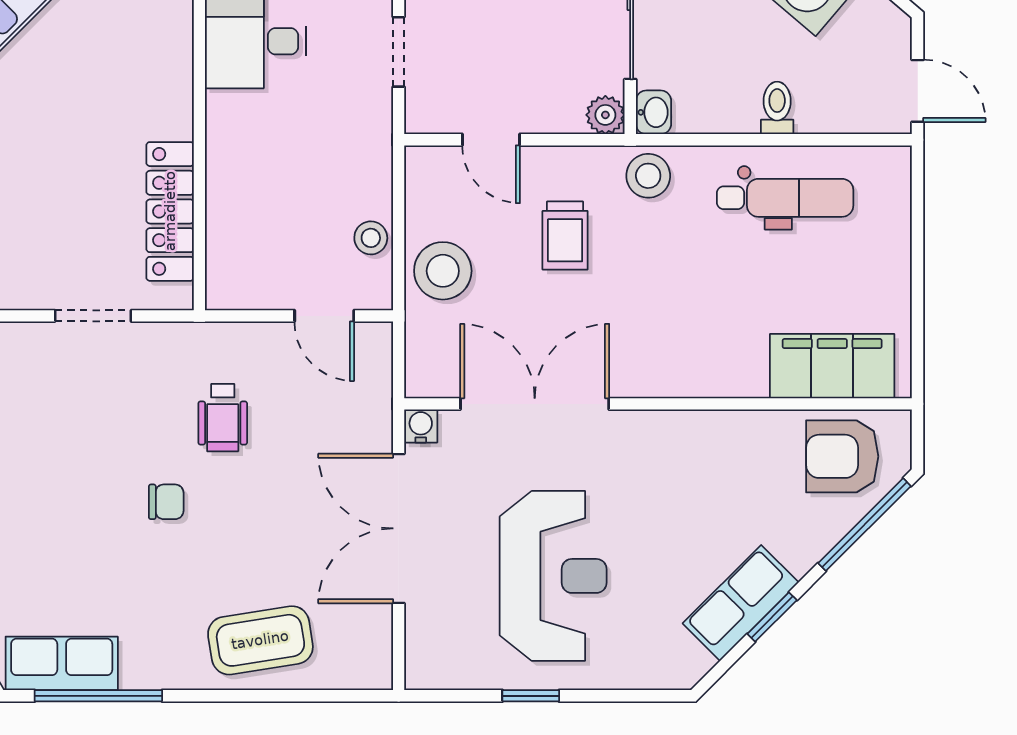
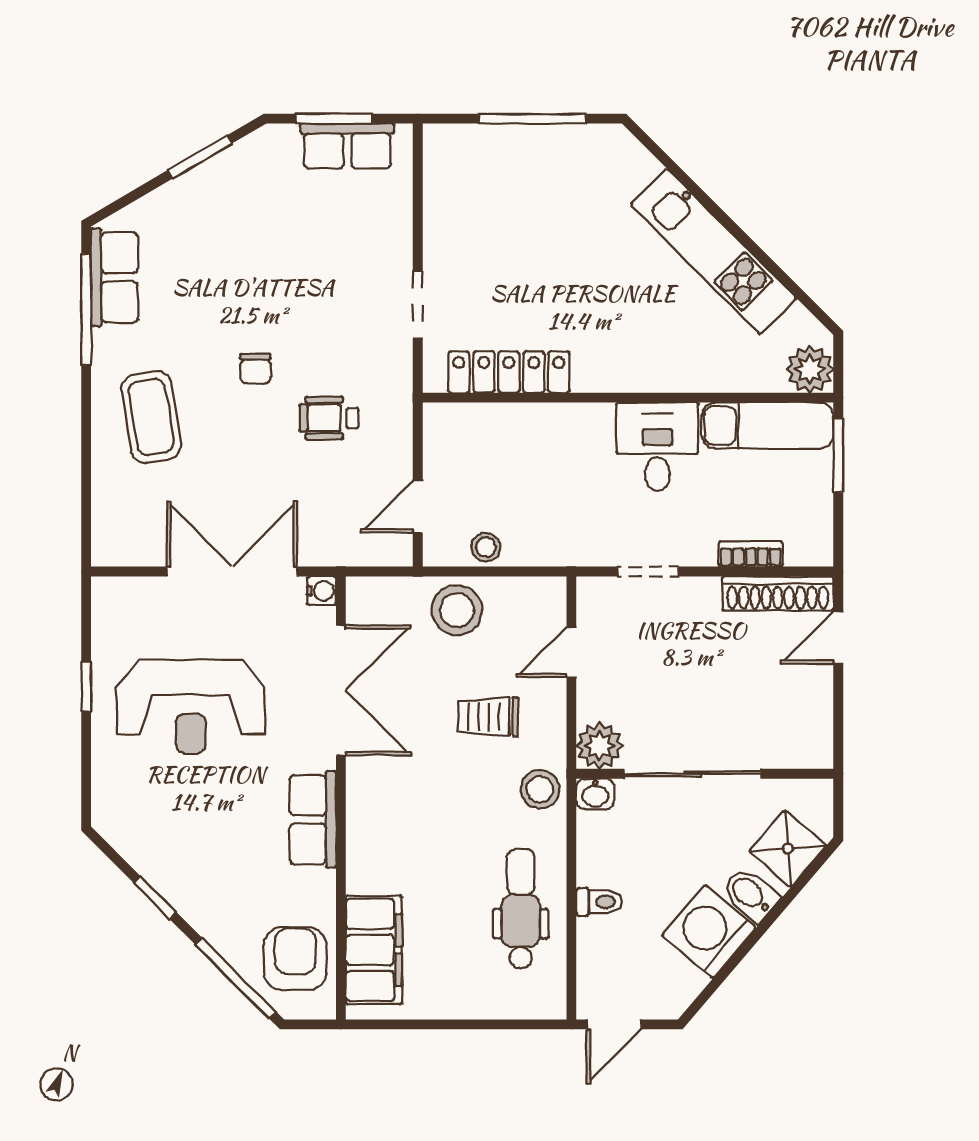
plant: (605, 115) -> (599, 746), width x1.38, depth x1.38
dental chair: (785, 198) -> (521, 909), turned 180
row of seats: (741, 603) -> (313, 819), moved, turned -135
coffee table: (260, 640) -> (151, 417), moved

